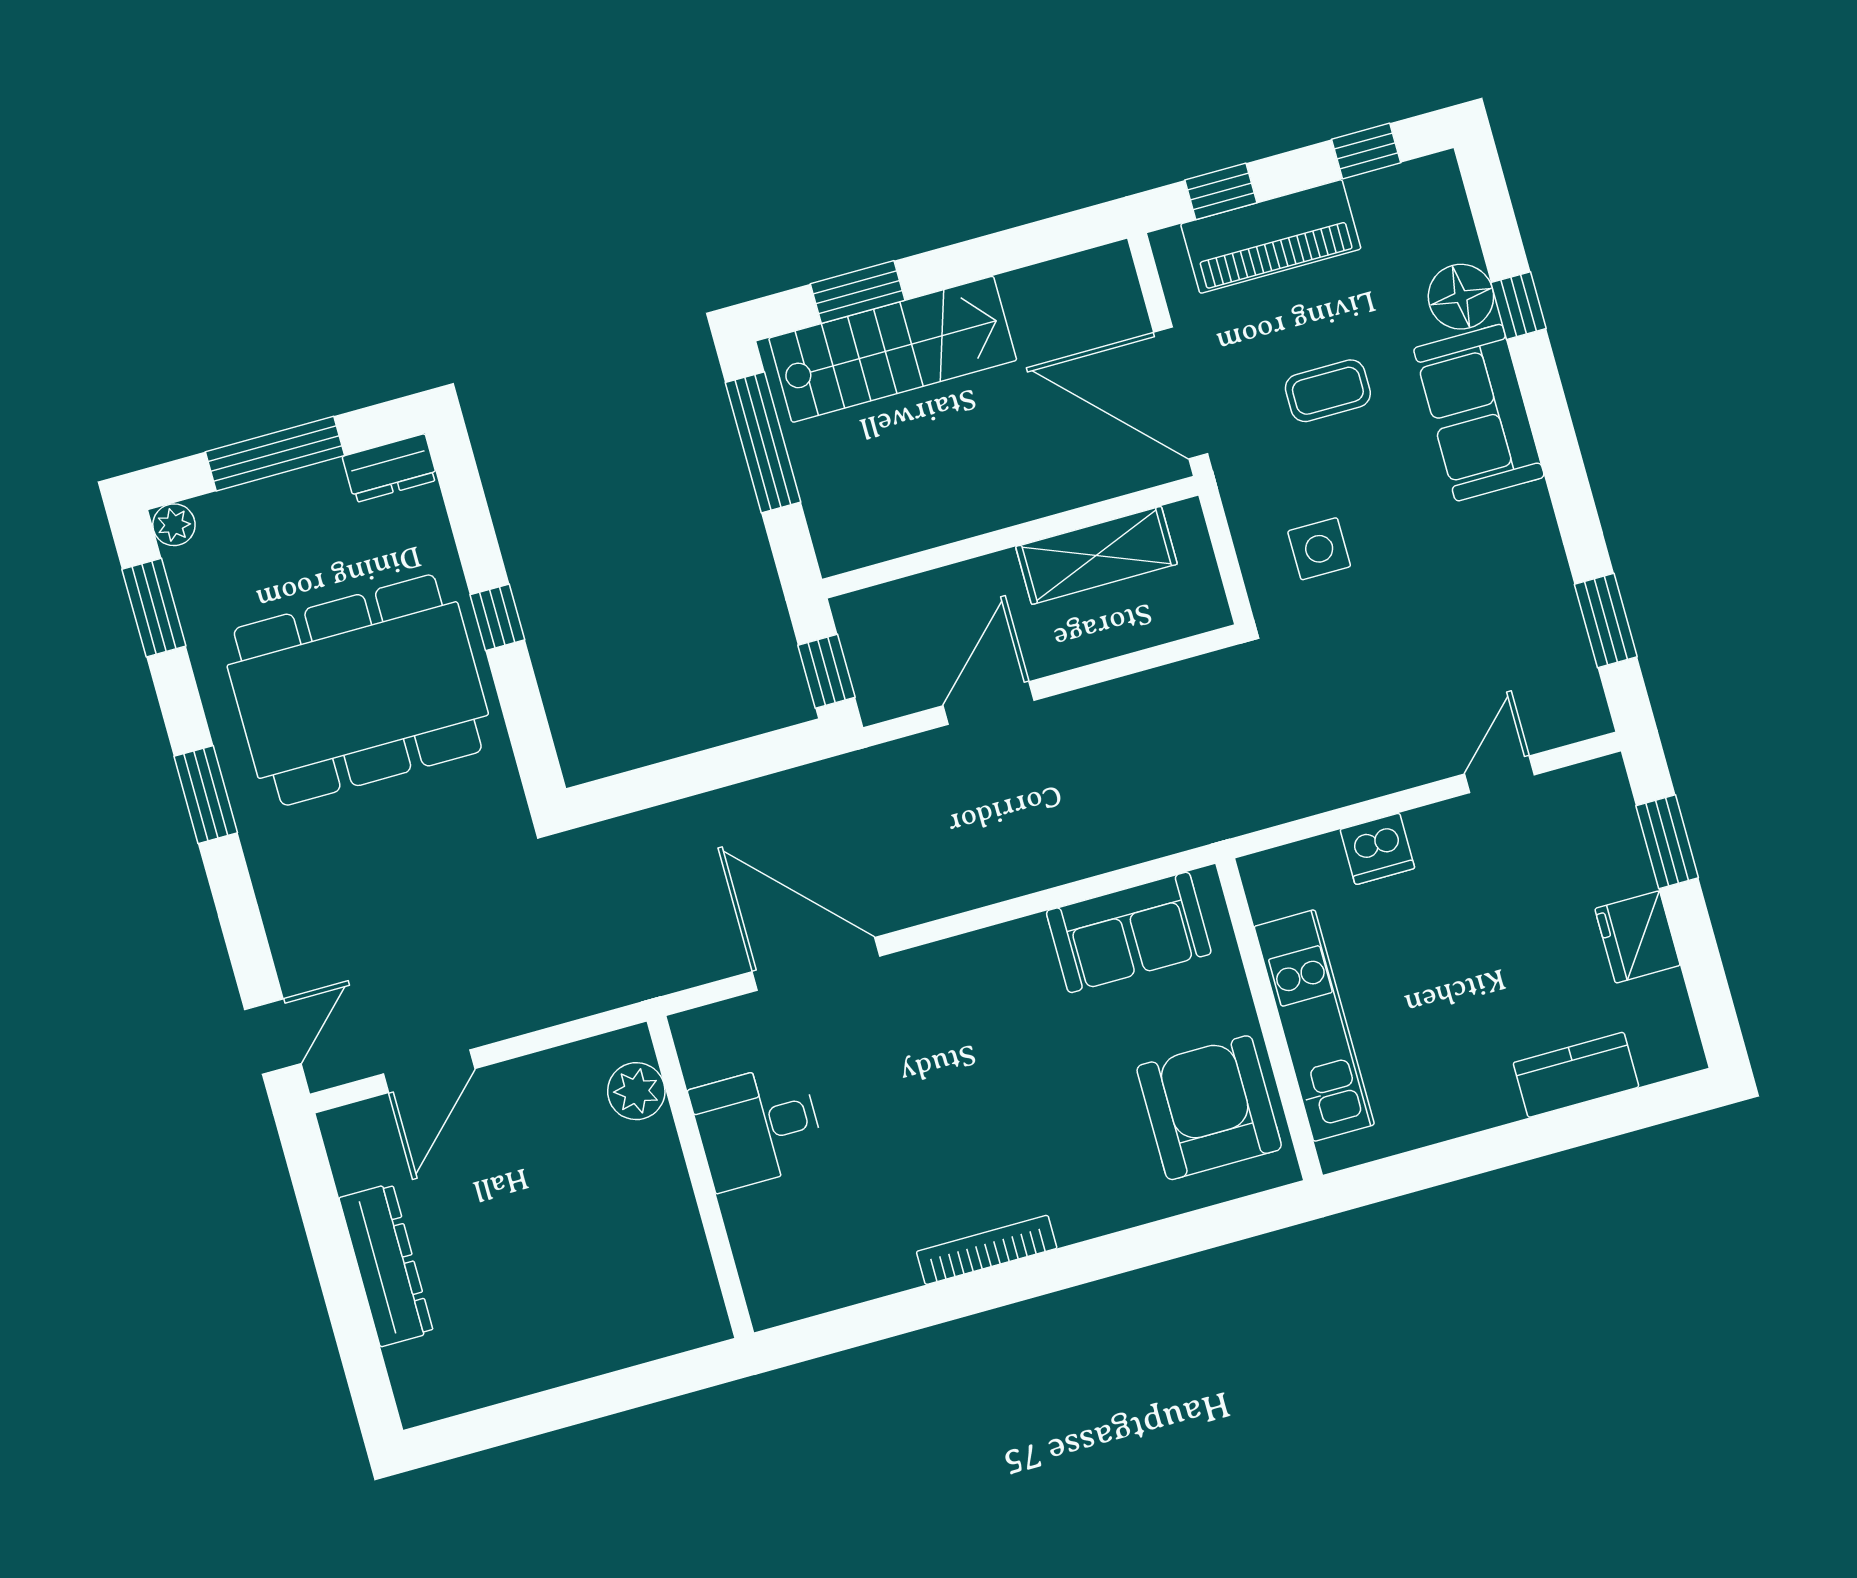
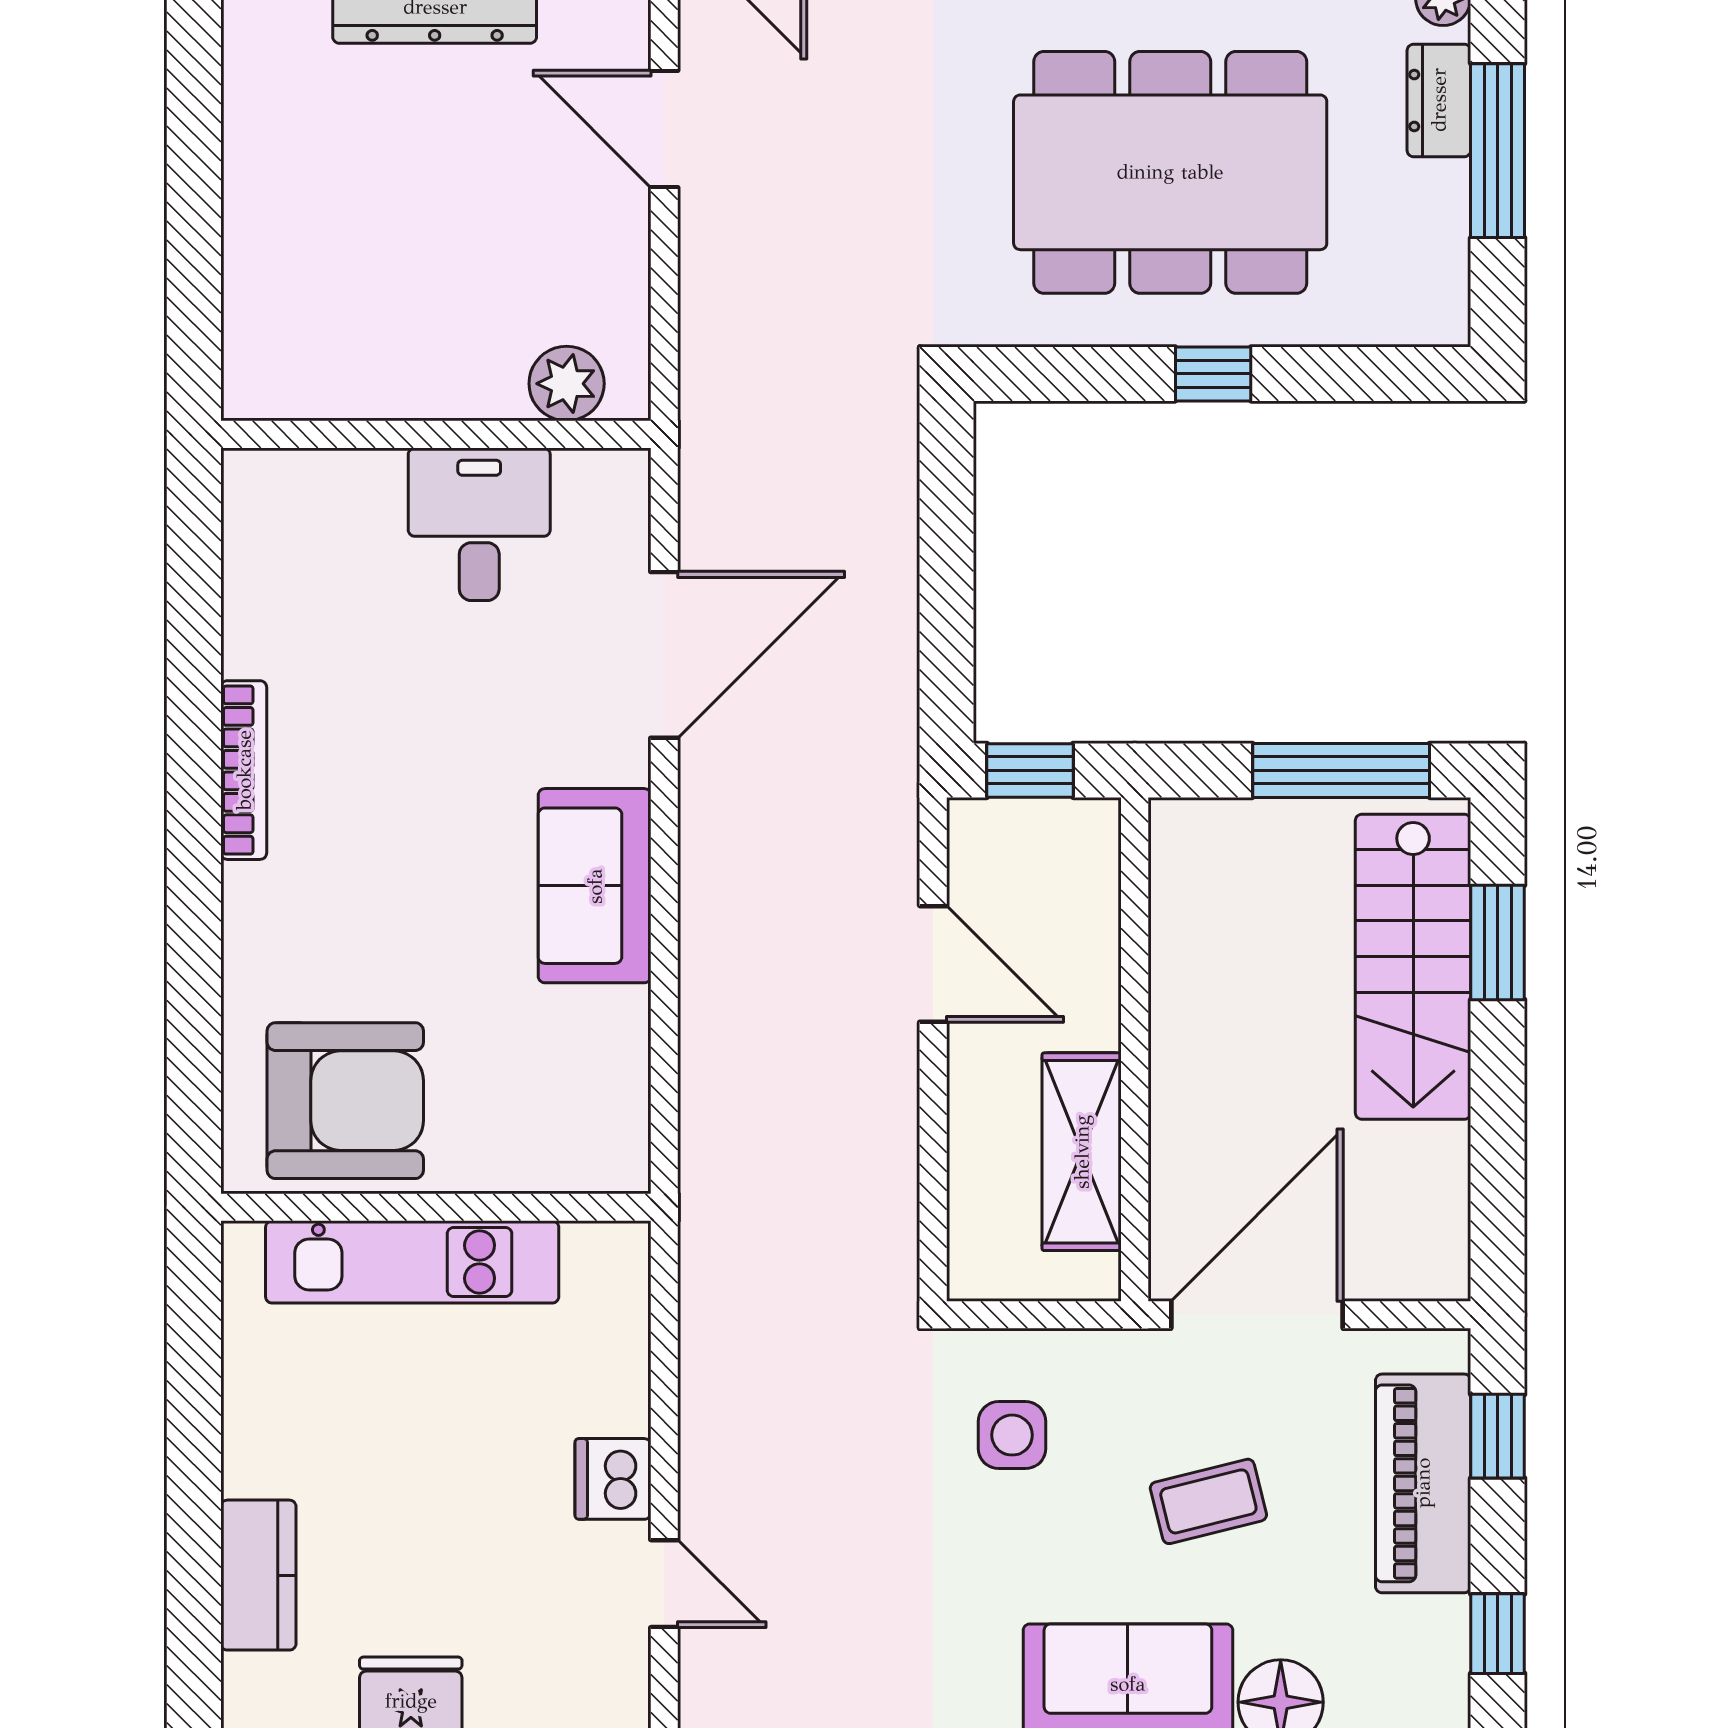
coffee table: (1328, 391) -> (1208, 1501), turned 76
dresser: (390, 468) -> (1439, 100), moved
dining table: (358, 690) -> (1170, 172), turned 90
dishwasher: (1377, 849) -> (613, 1479), moved
sofa: (1129, 932) -> (595, 886), moved

